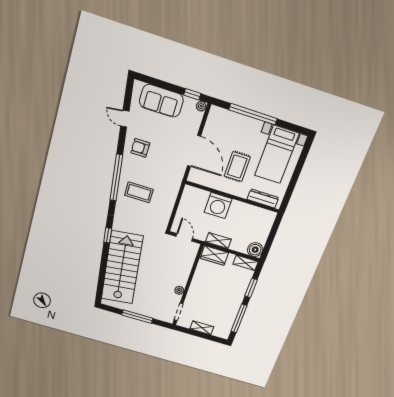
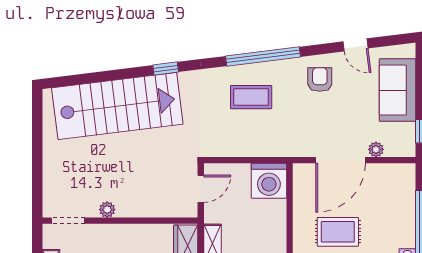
plant: (201, 106) -> (376, 149), moved
door: (125, 119) -> (355, 45), swing flipped
coffee table: (139, 192) -> (251, 97), turned 90
washing machine: (218, 205) -> (269, 181), moved, turned -90
window: (137, 317) -> (37, 156), removed

